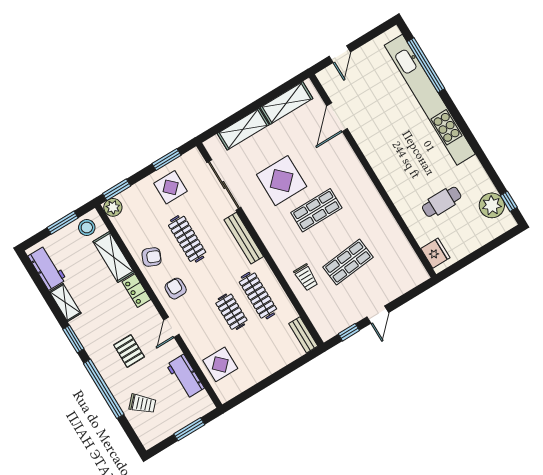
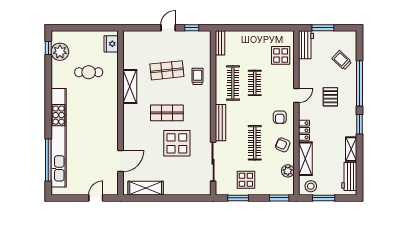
shelving: (243, 129) -> (130, 87), moved, turned 90
plant: (113, 207) -> (288, 171), moved
workbench: (185, 376) -> (306, 45), moved

